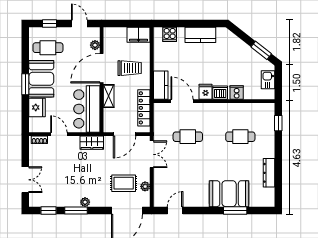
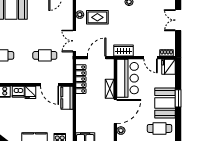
trolley: (130, 68) -> (92, 112), removed
fridge: (37, 107) -> (168, 67), moved

